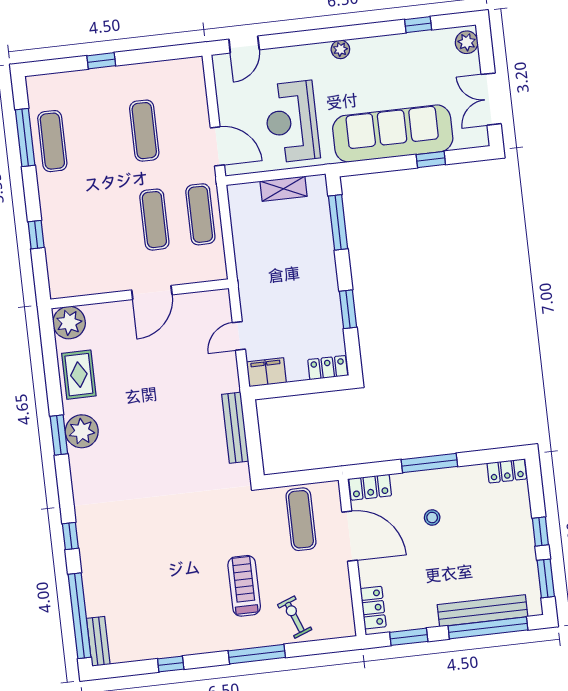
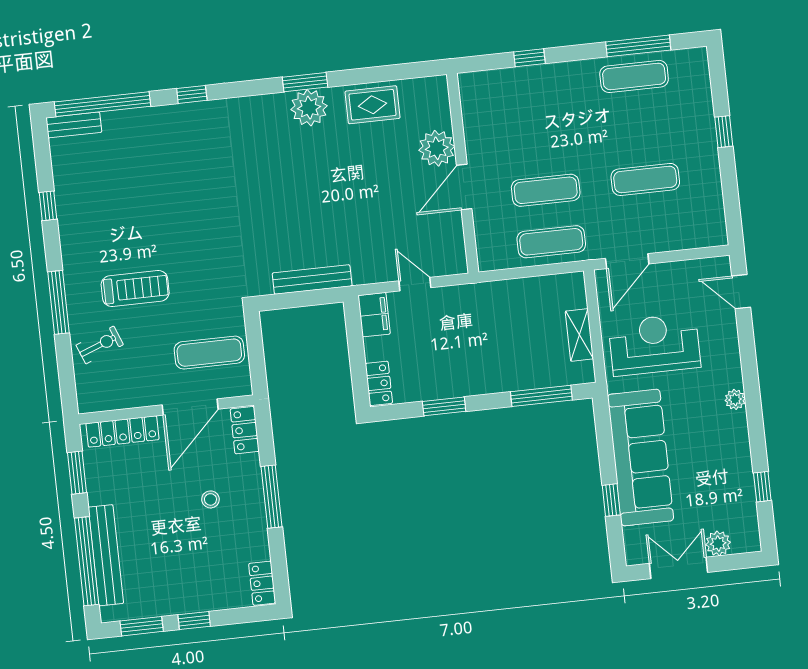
plant: (467, 42) -> (718, 543), moved
door: (152, 292) -> (464, 187), hinge flipped
plant: (69, 323) -> (437, 148), moved
locker: (373, 608) -> (122, 431), width x1.53

